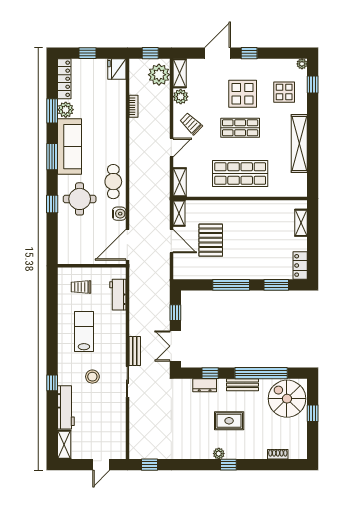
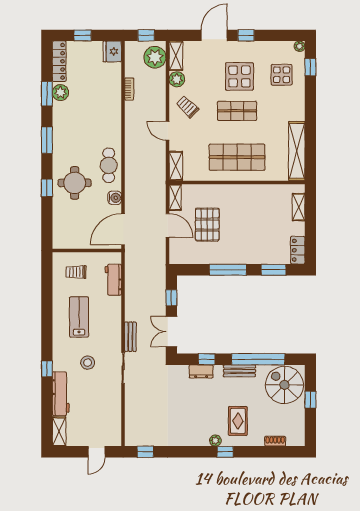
shelving: (299, 143) -> (297, 151), moved
sofa: (70, 147) -> (64, 130), removed
door: (171, 148) -> (168, 131), swing flipped
rug: (229, 421) -> (238, 421), moved, turned 90

